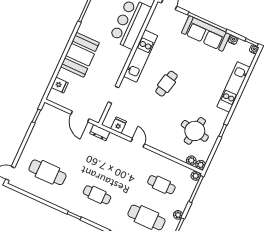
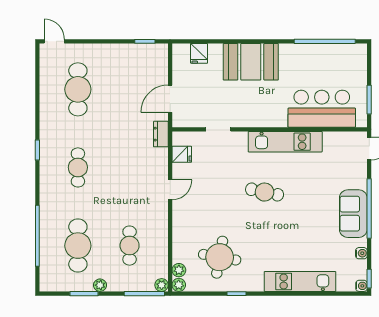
sofa: (206, 34) -> (353, 214), width x0.73

